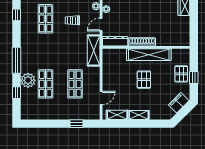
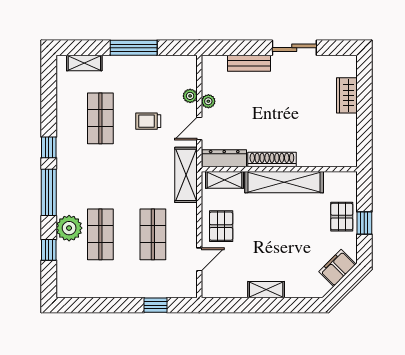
window: (17, 15) -> (49, 147), moved
pallet: (144, 80) -> (221, 226), moved
shelving: (117, 115) -> (225, 180), moved

